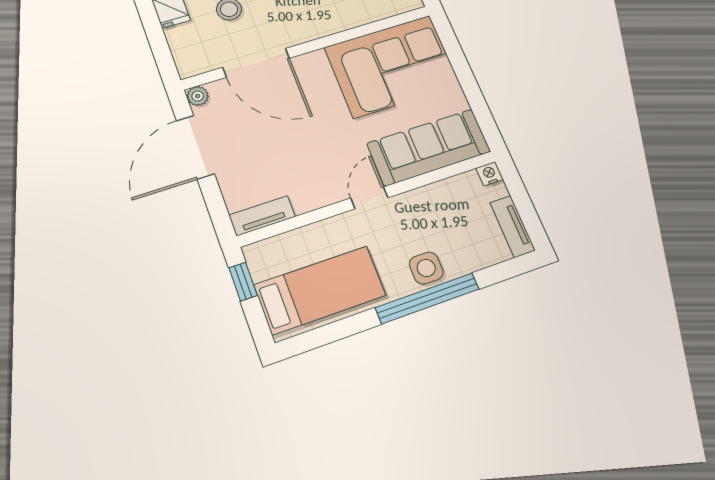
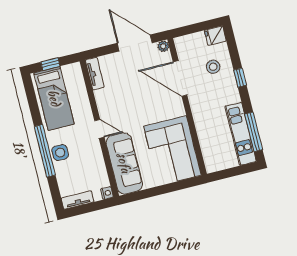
door: (256, 63) -> (180, 78), hinge flipped
window: (243, 282) -> (50, 64), moved

